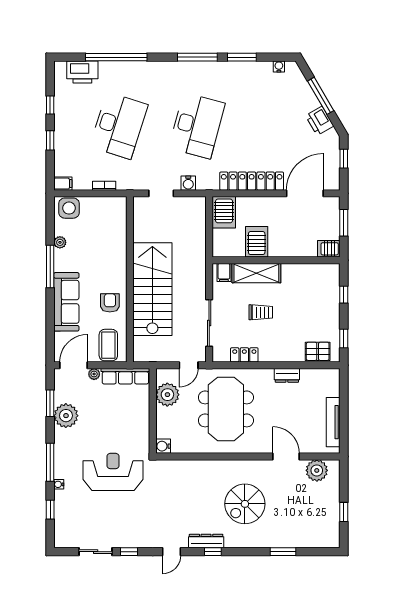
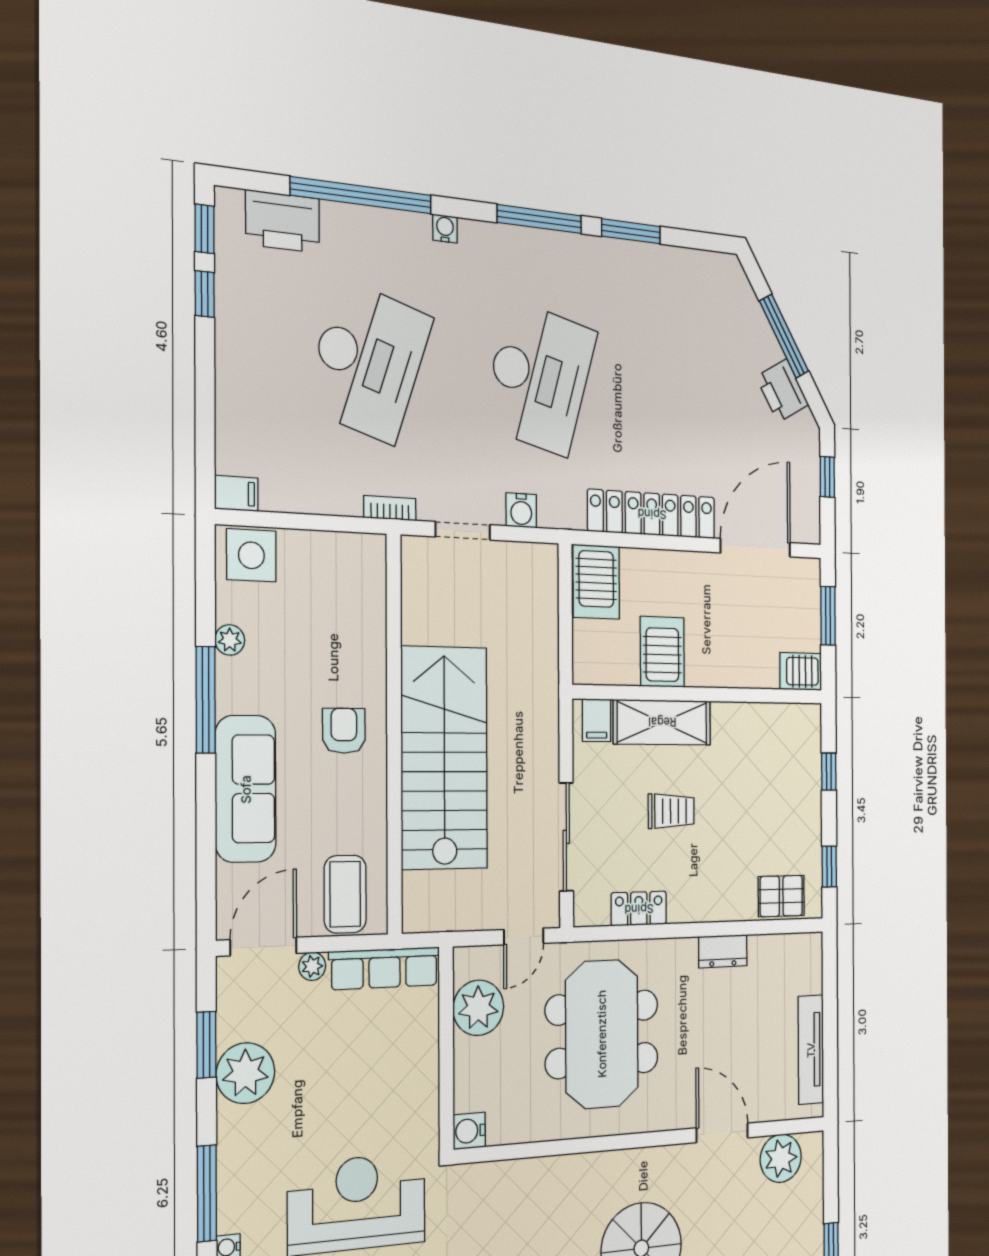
water cooler: (279, 66) -> (445, 229), moved
window: (50, 140) -> (205, 229), moved
bookcase: (104, 186) -> (390, 508), moved
armchair: (110, 303) -> (344, 731), moved

